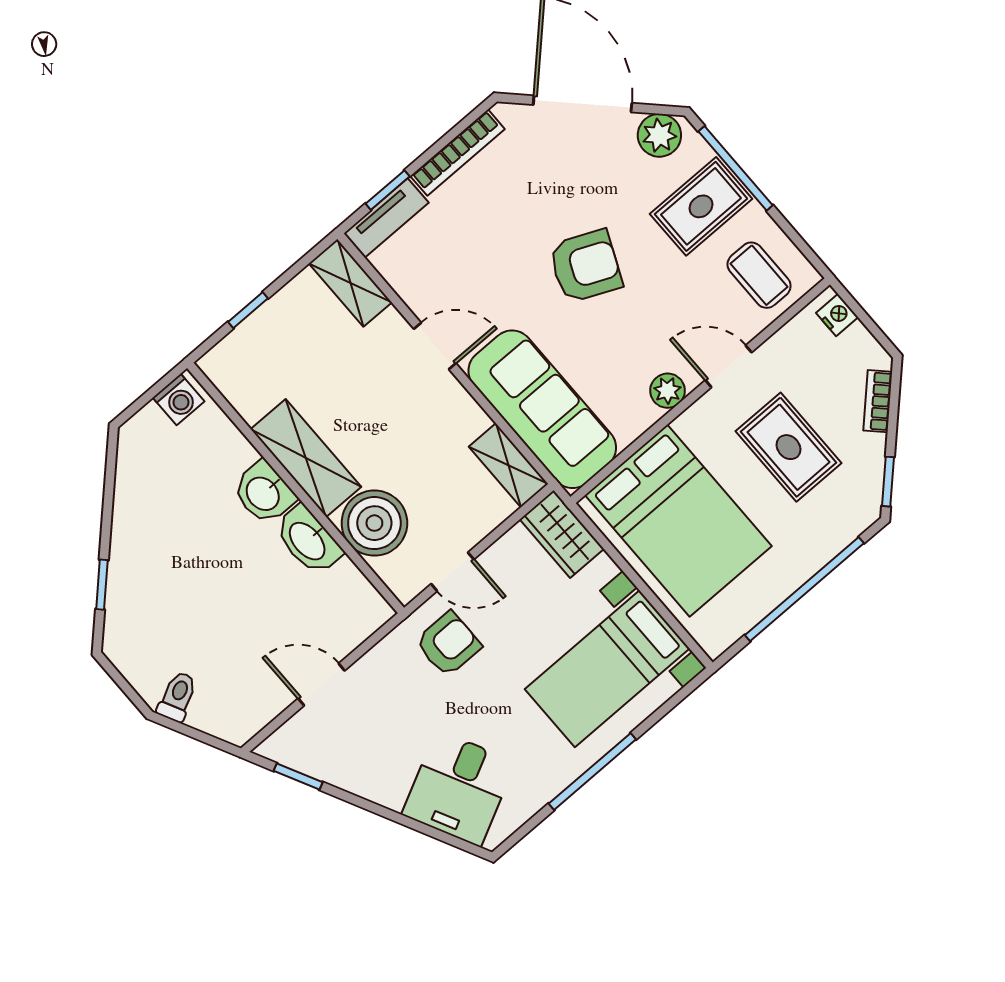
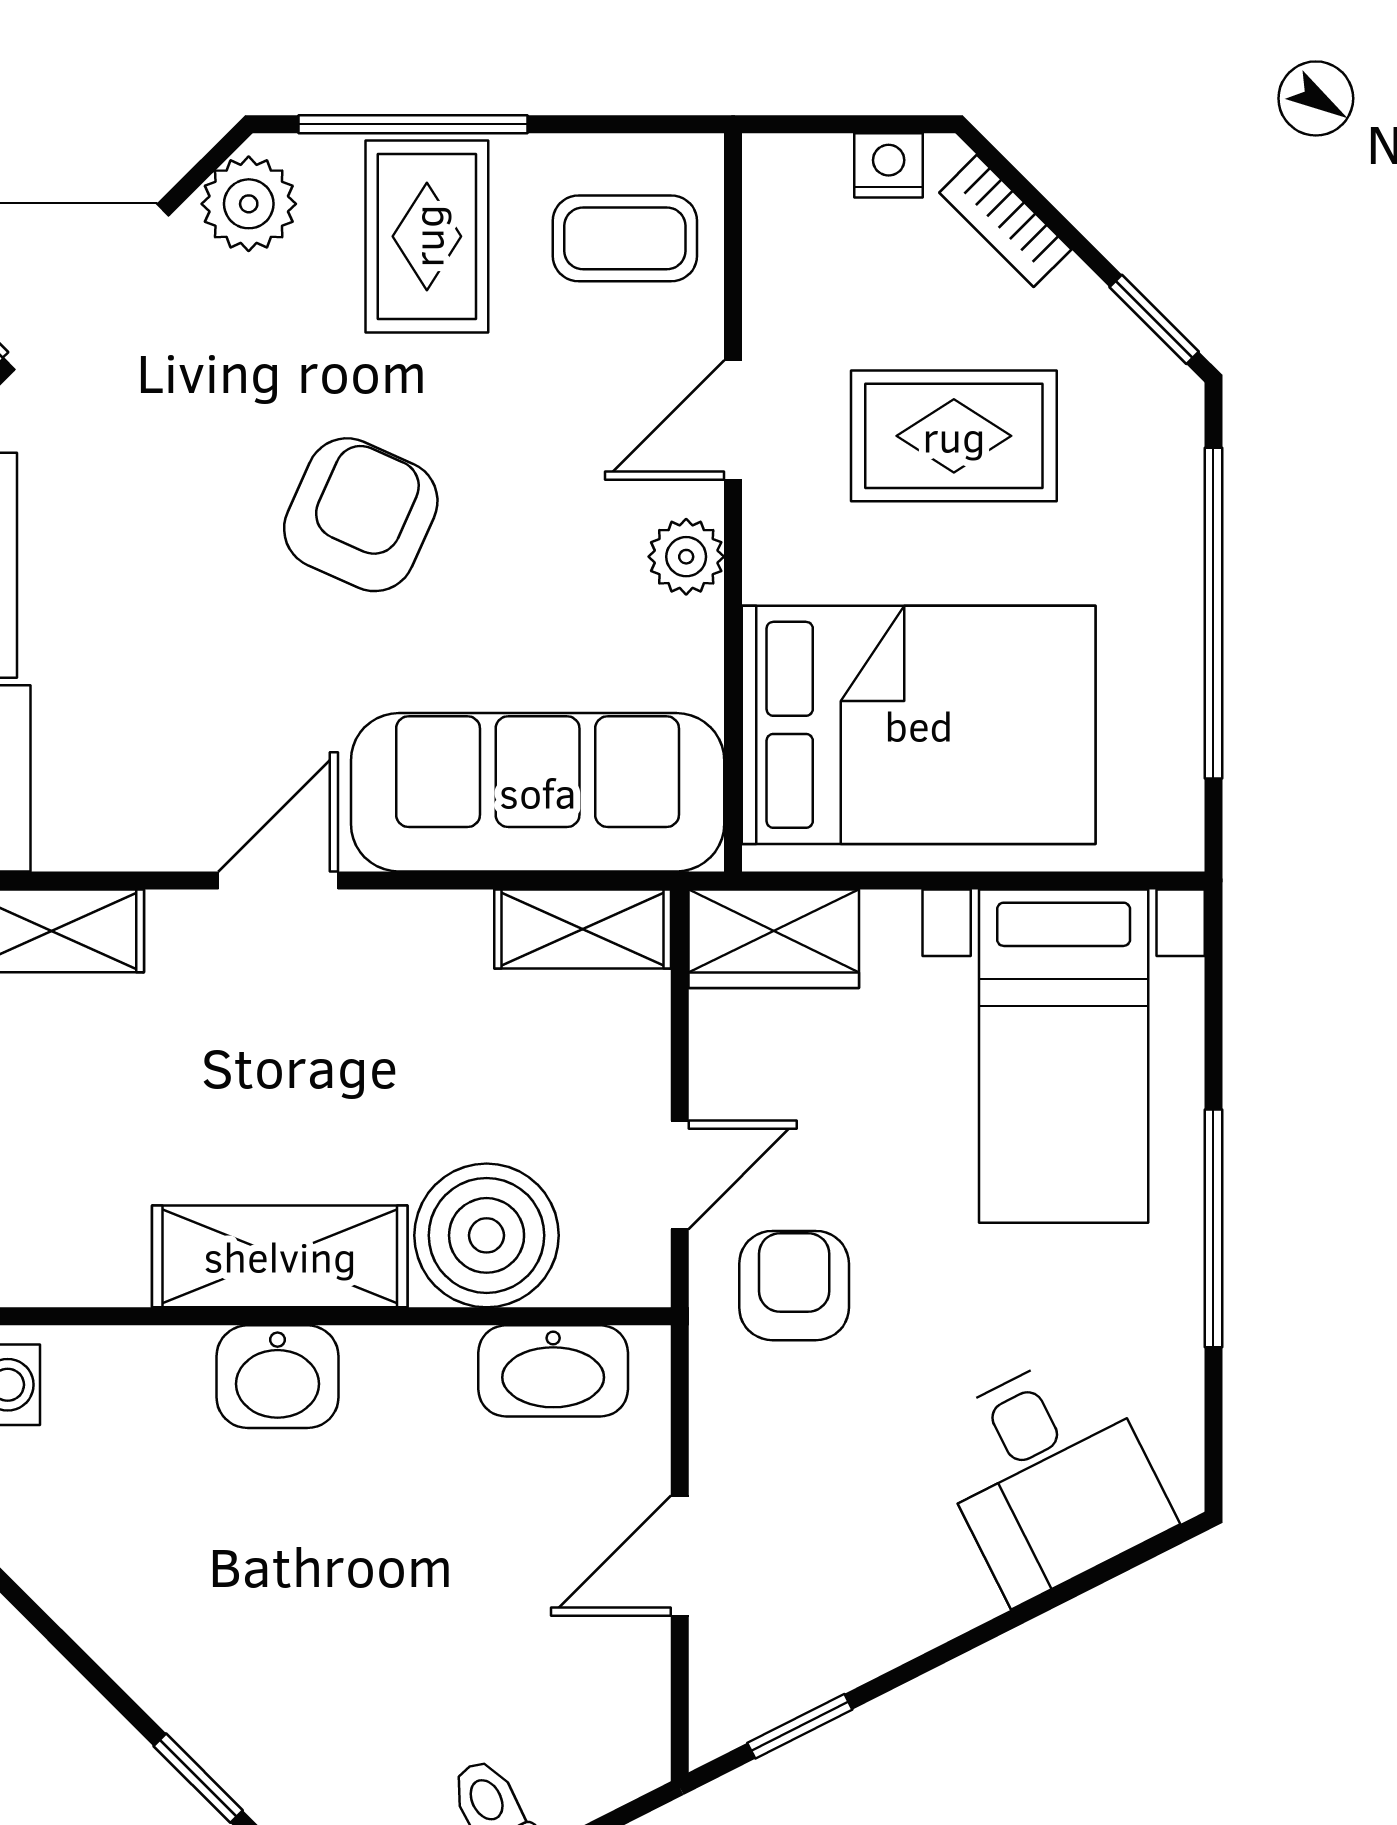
nightstand: (837, 315) -> (889, 165), moved
washbasin: (308, 540) -> (553, 1371), moved

